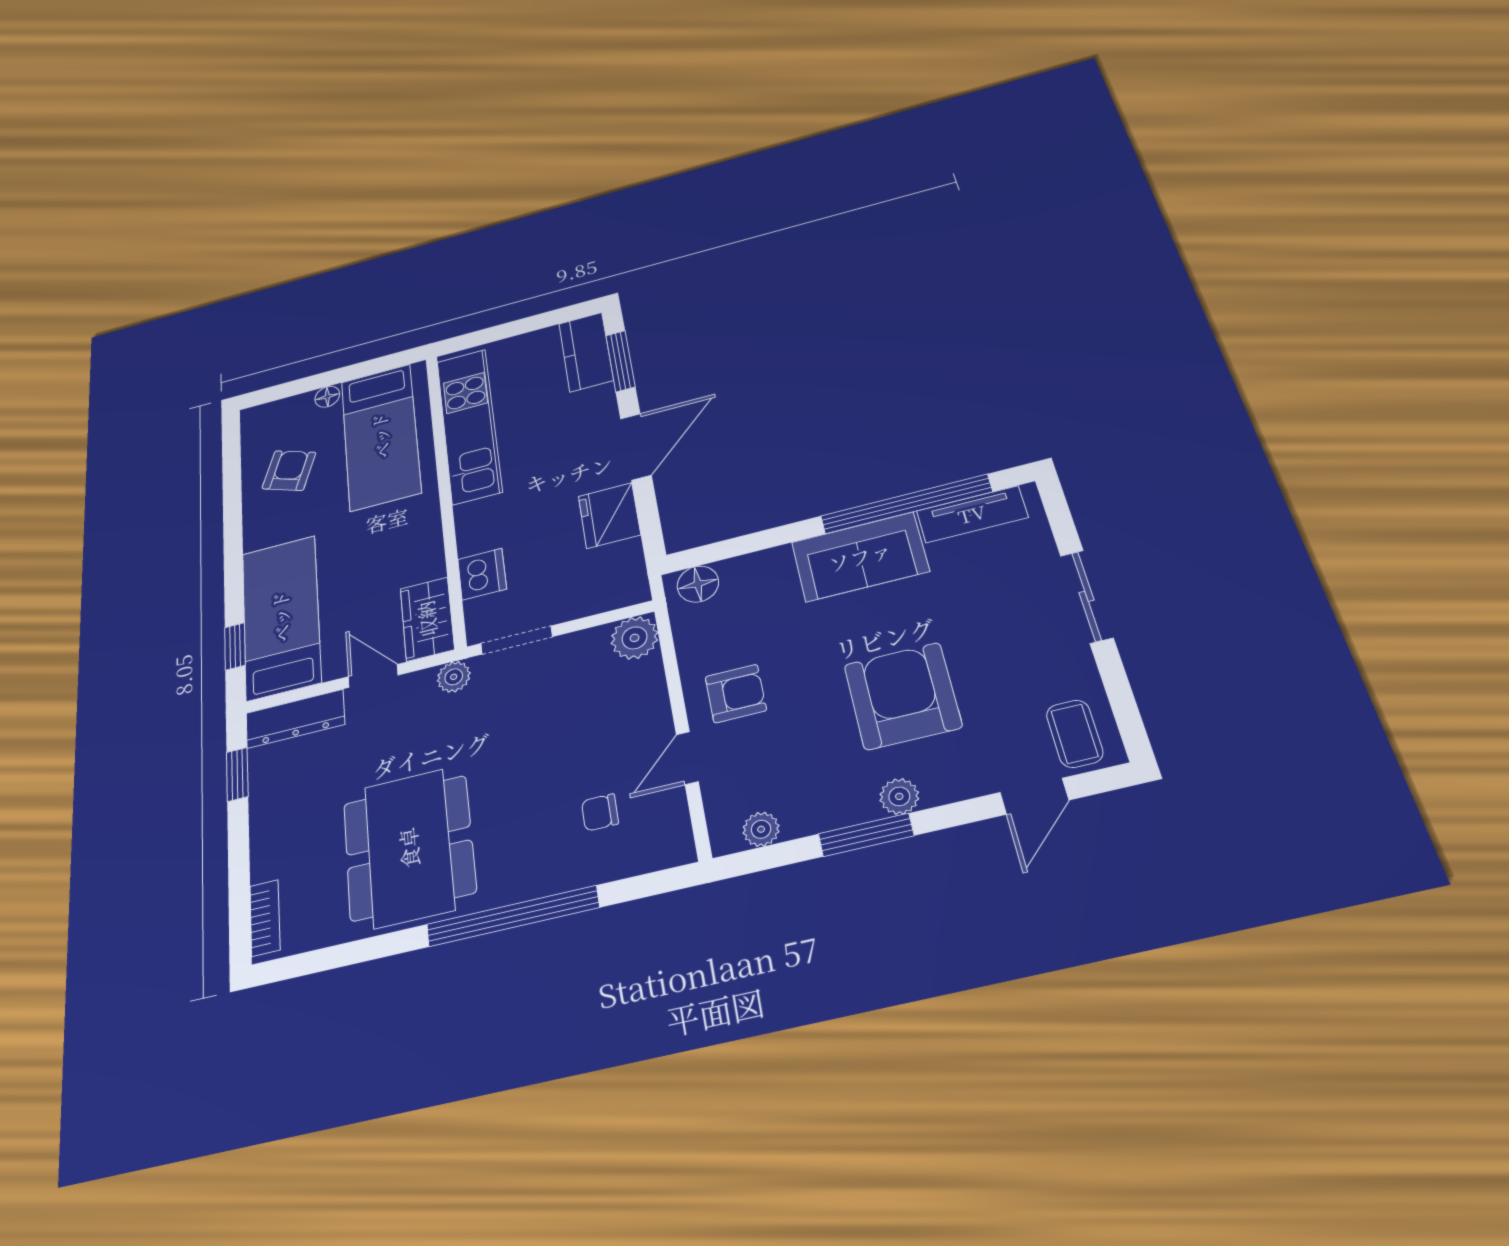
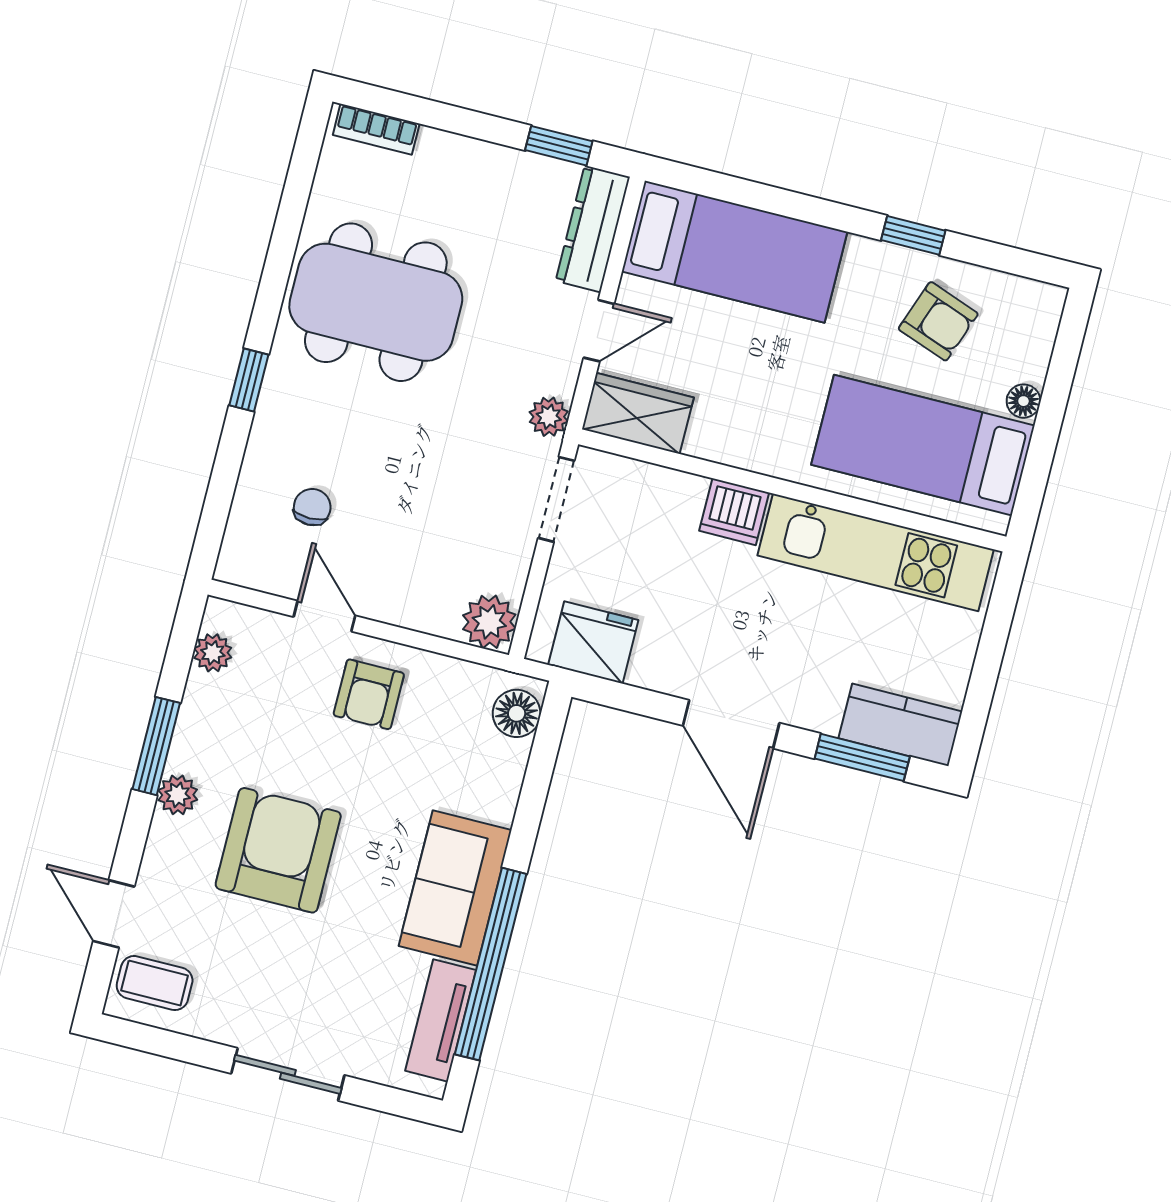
fridge: (609, 516) -> (593, 642), moved
dishwasher: (482, 574) -> (734, 512), moved
window: (235, 646) -> (913, 235), moved
armchair: (903, 696) -> (278, 850), turned -90
window: (512, 916) -> (249, 380), width x0.32

